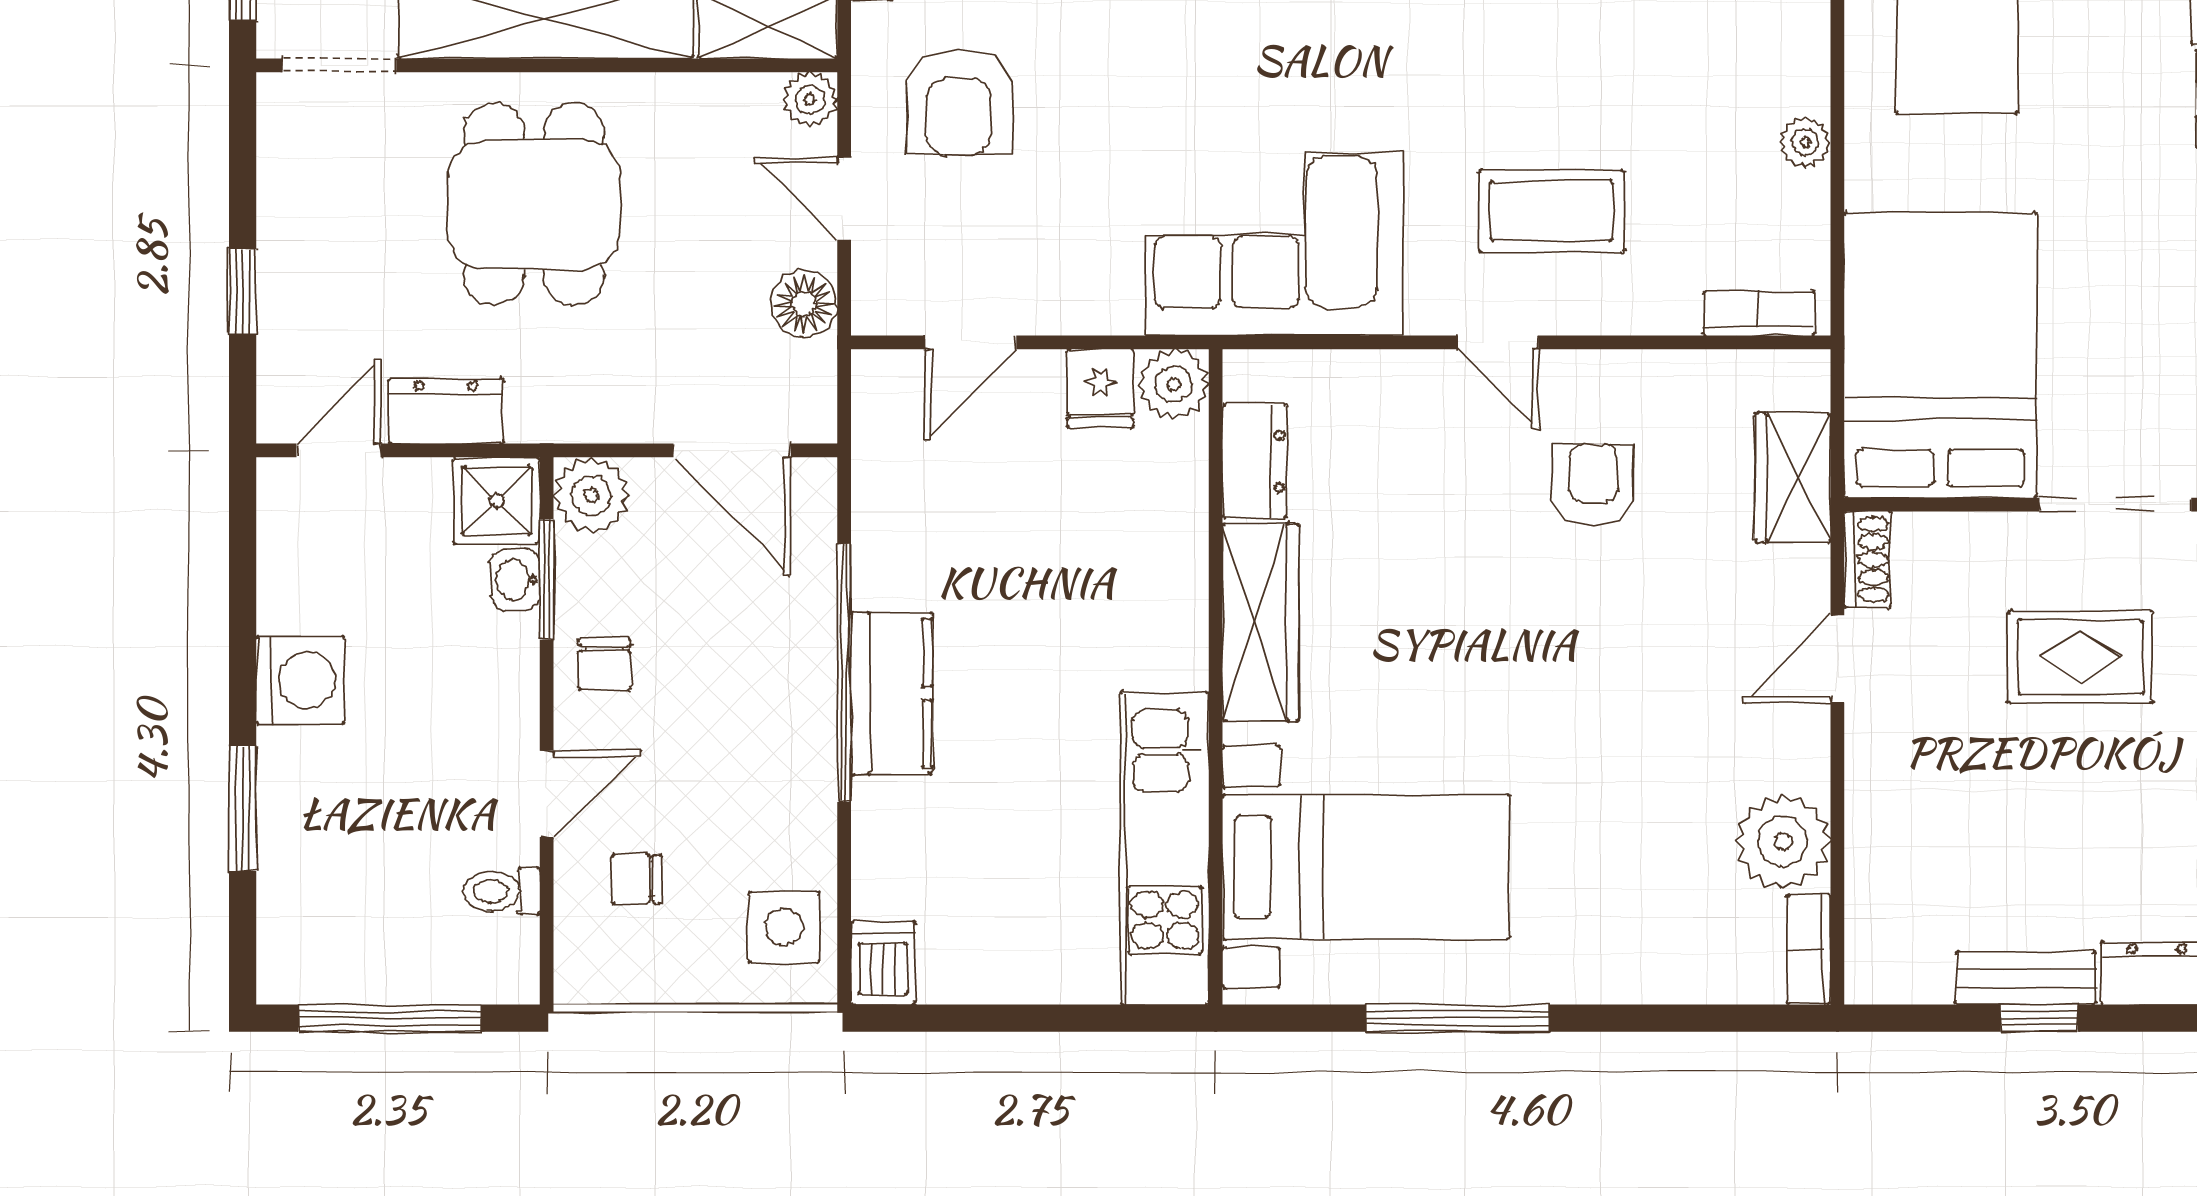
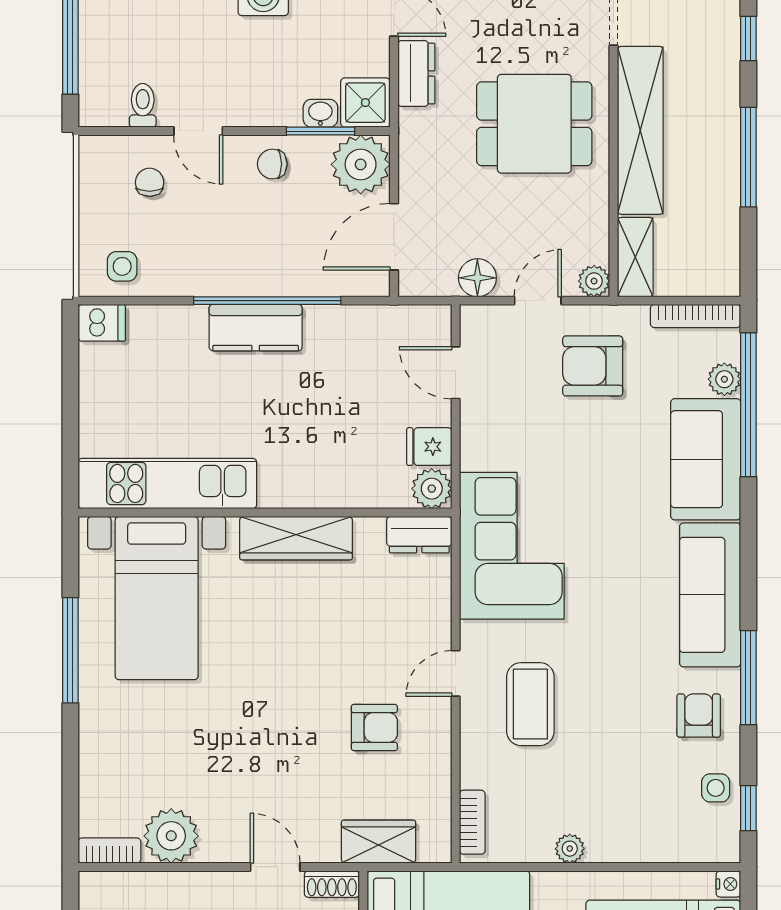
dresser: (1255, 461) -> (419, 535), moved
plant: (591, 495) -> (361, 164), width x1.36, depth x1.36
side table: (784, 927) -> (122, 266), width x0.73, depth x0.73

